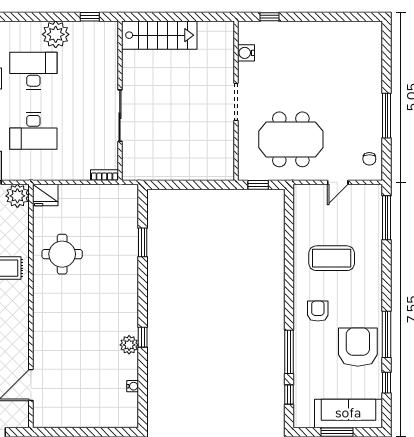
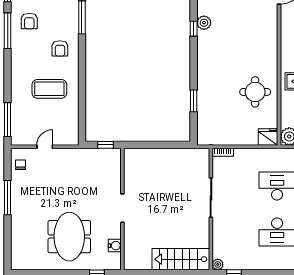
plant: (56, 34) -> (218, 264), moved, width x0.53, depth x0.53
meeting table: (291, 139) -> (69, 237), moved, turned 90
armchair: (358, 347) -> (29, 21), width x0.53, depth x0.53

